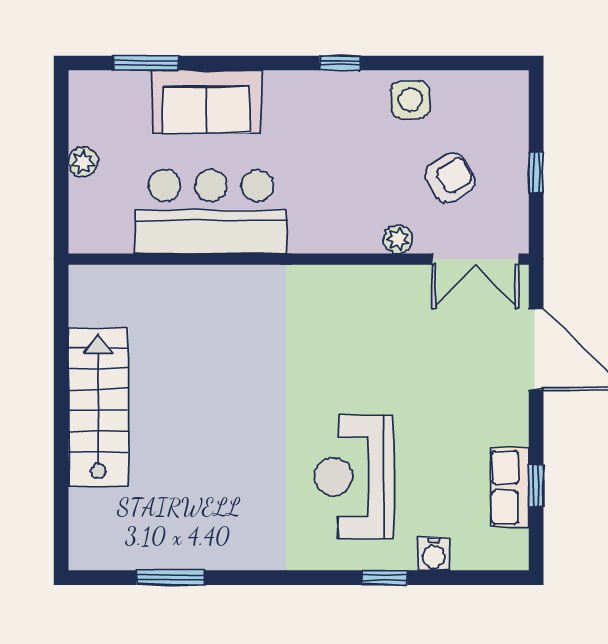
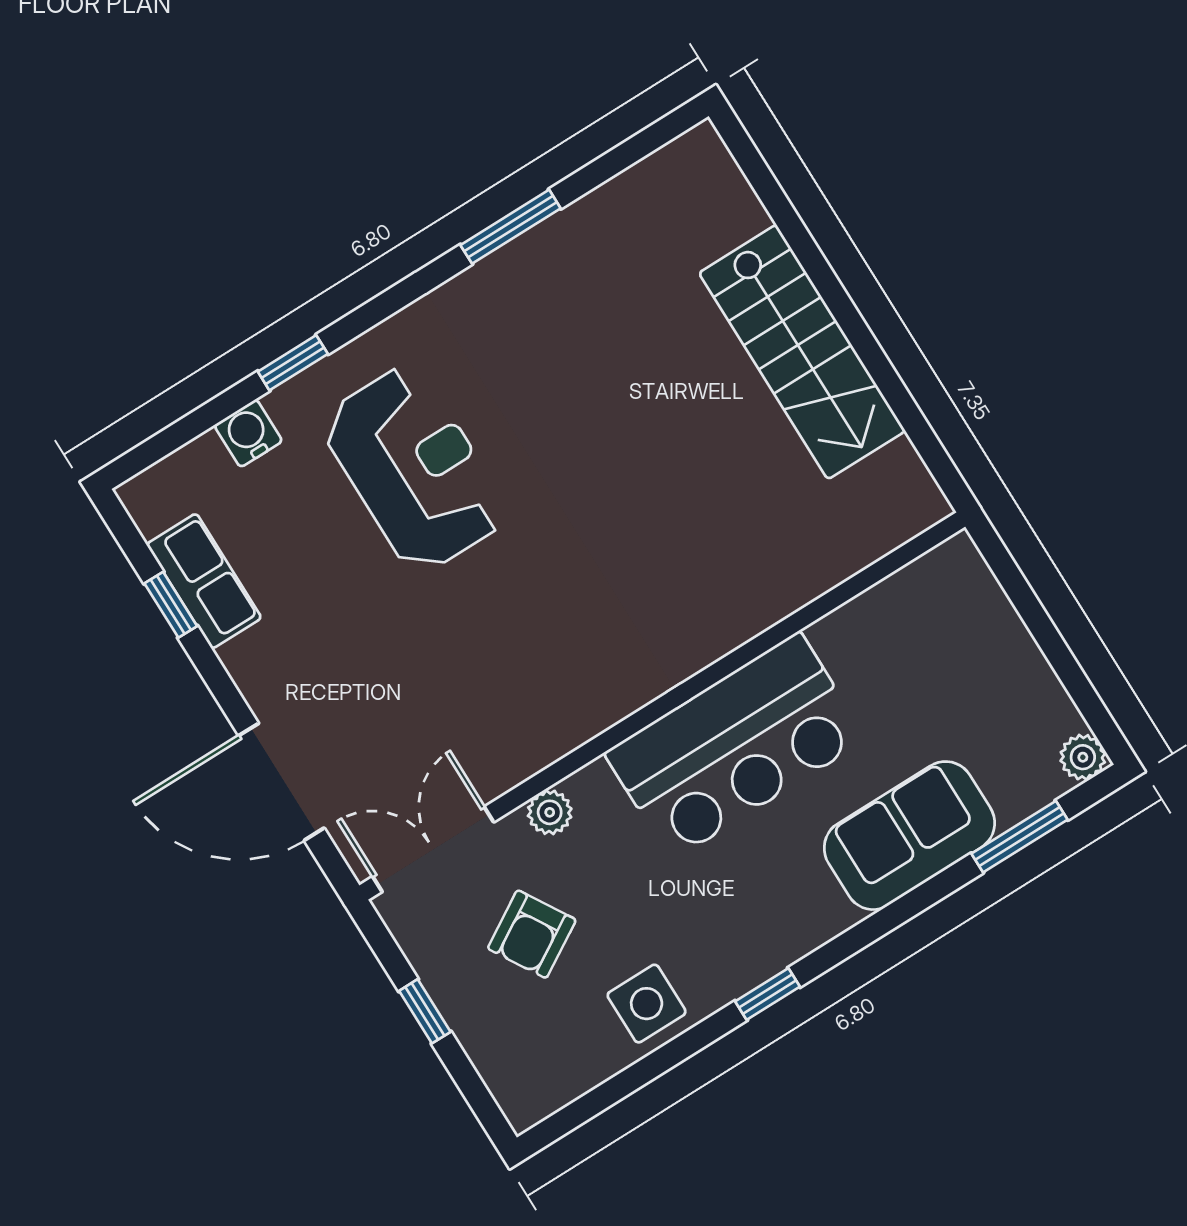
plant: (83, 162) -> (1083, 757), moved
bar counter: (211, 212) -> (736, 746), moved
window: (171, 578) -> (511, 227), moved

